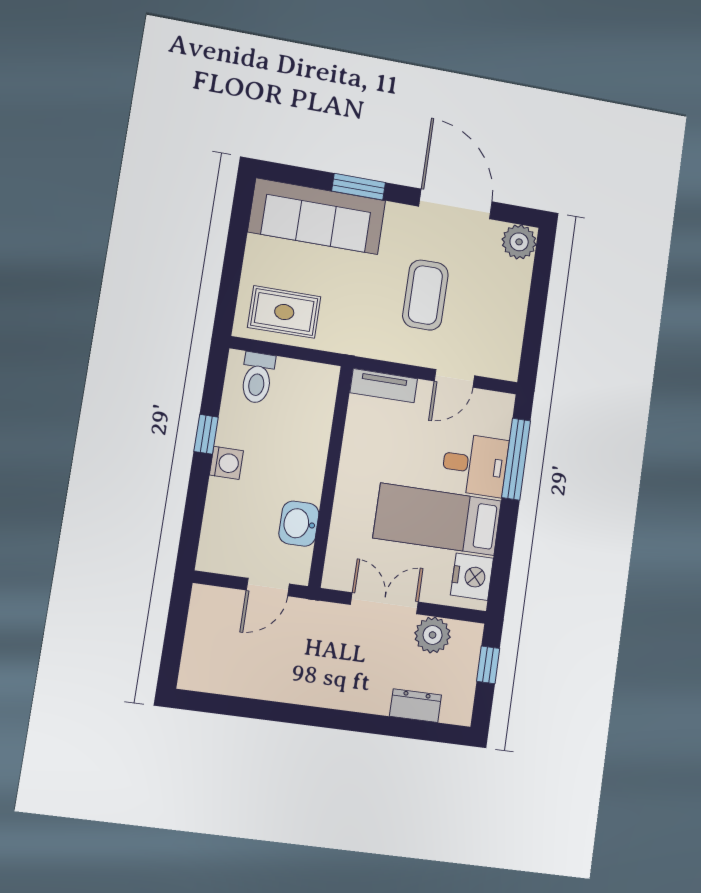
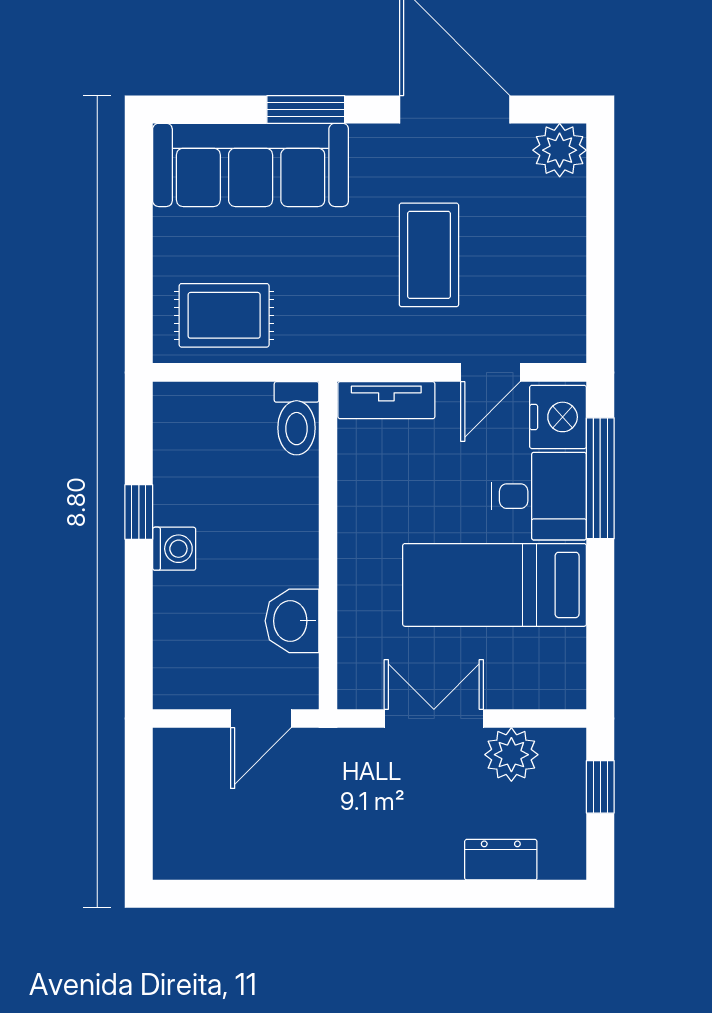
toilet: (257, 378) -> (297, 418), moved
nightstand: (472, 577) -> (558, 417), moved

